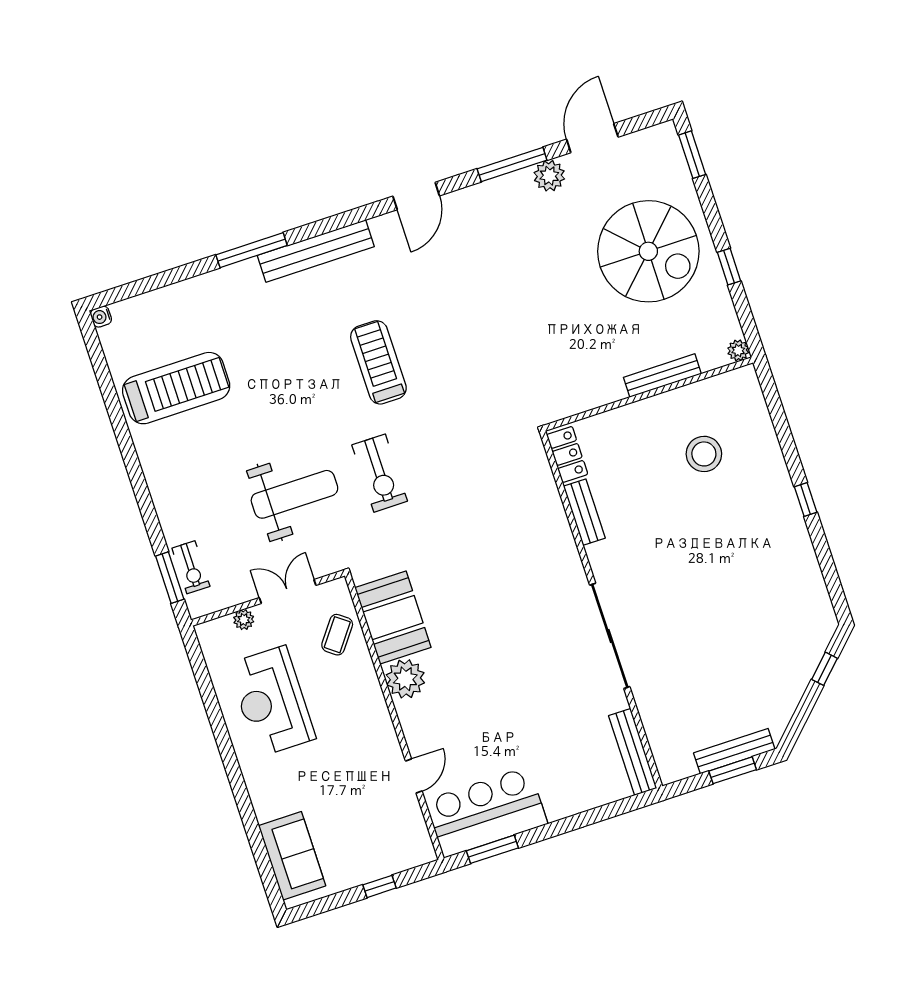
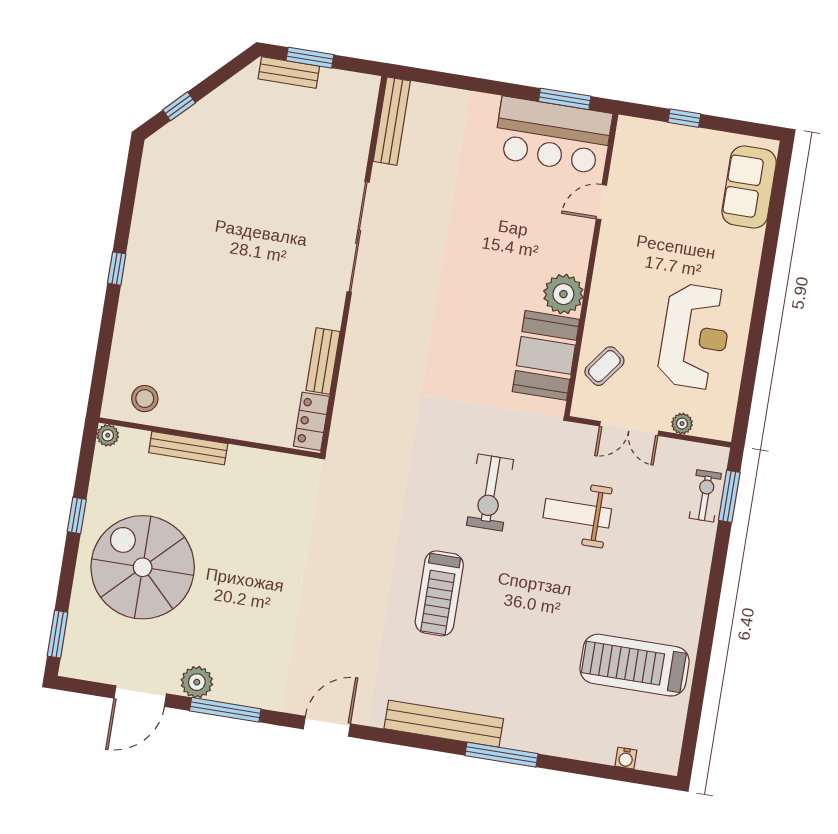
water cooler: (101, 317) -> (626, 758), moved, turned 90
stool: (704, 454) -> (145, 399), moved, width x0.73, depth x0.73
exercise bike: (380, 473) -> (490, 492), turned 180
weight bench: (294, 494) -> (577, 513), width x0.73, depth x0.75
bench: (734, 751) -> (289, 72), width x0.73

